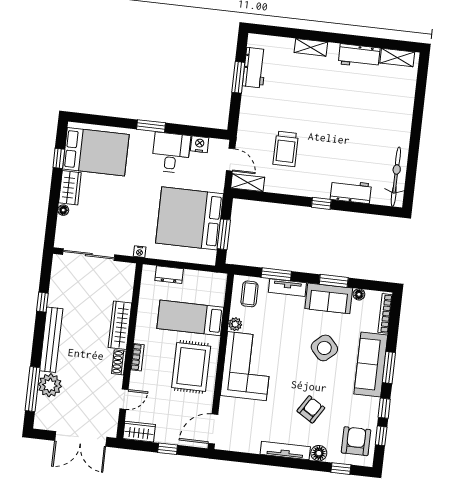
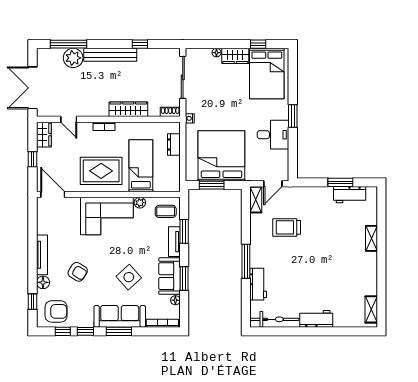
workbench: (359, 56) -> (316, 319), moved, turned 90
nightstand: (200, 144) -> (282, 157), removed
window: (321, 203) -> (246, 261), width x2.17
shoe rack: (119, 362) -> (170, 112), moved

